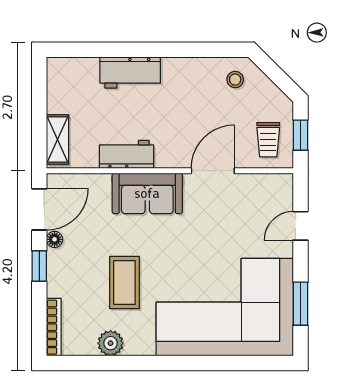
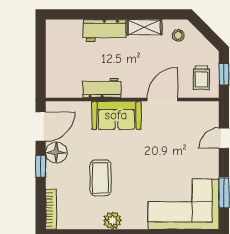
shelving: (57, 139) -> (144, 27), moved, turned 90
floor lamp: (55, 239) -> (56, 153), width x1.89, depth x1.89
corner sofa: (225, 307) -> (184, 204), width x0.73, depth x0.74
plant: (111, 343) -> (112, 220), moved

